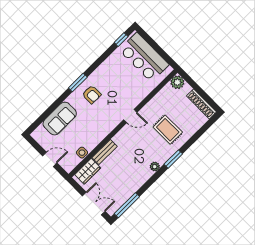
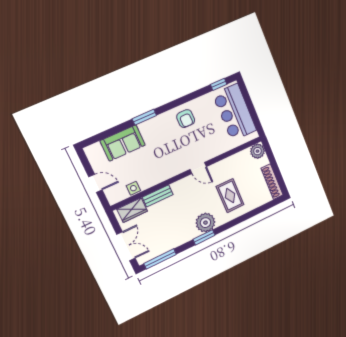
window: (78, 83) -> (144, 117), moved
armchair: (92, 95) -> (186, 119), moved
window: (173, 159) -> (204, 237), moved
plant: (155, 167) -> (205, 223), width x1.88, depth x1.88

